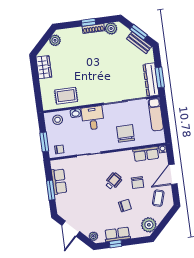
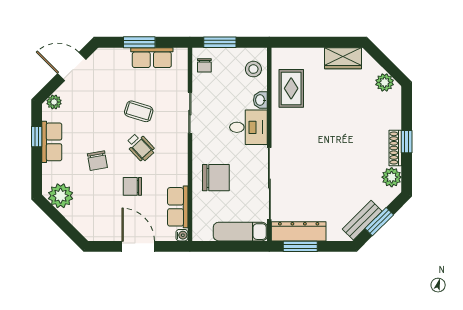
coffee table: (158, 198) -> (139, 111), moved

